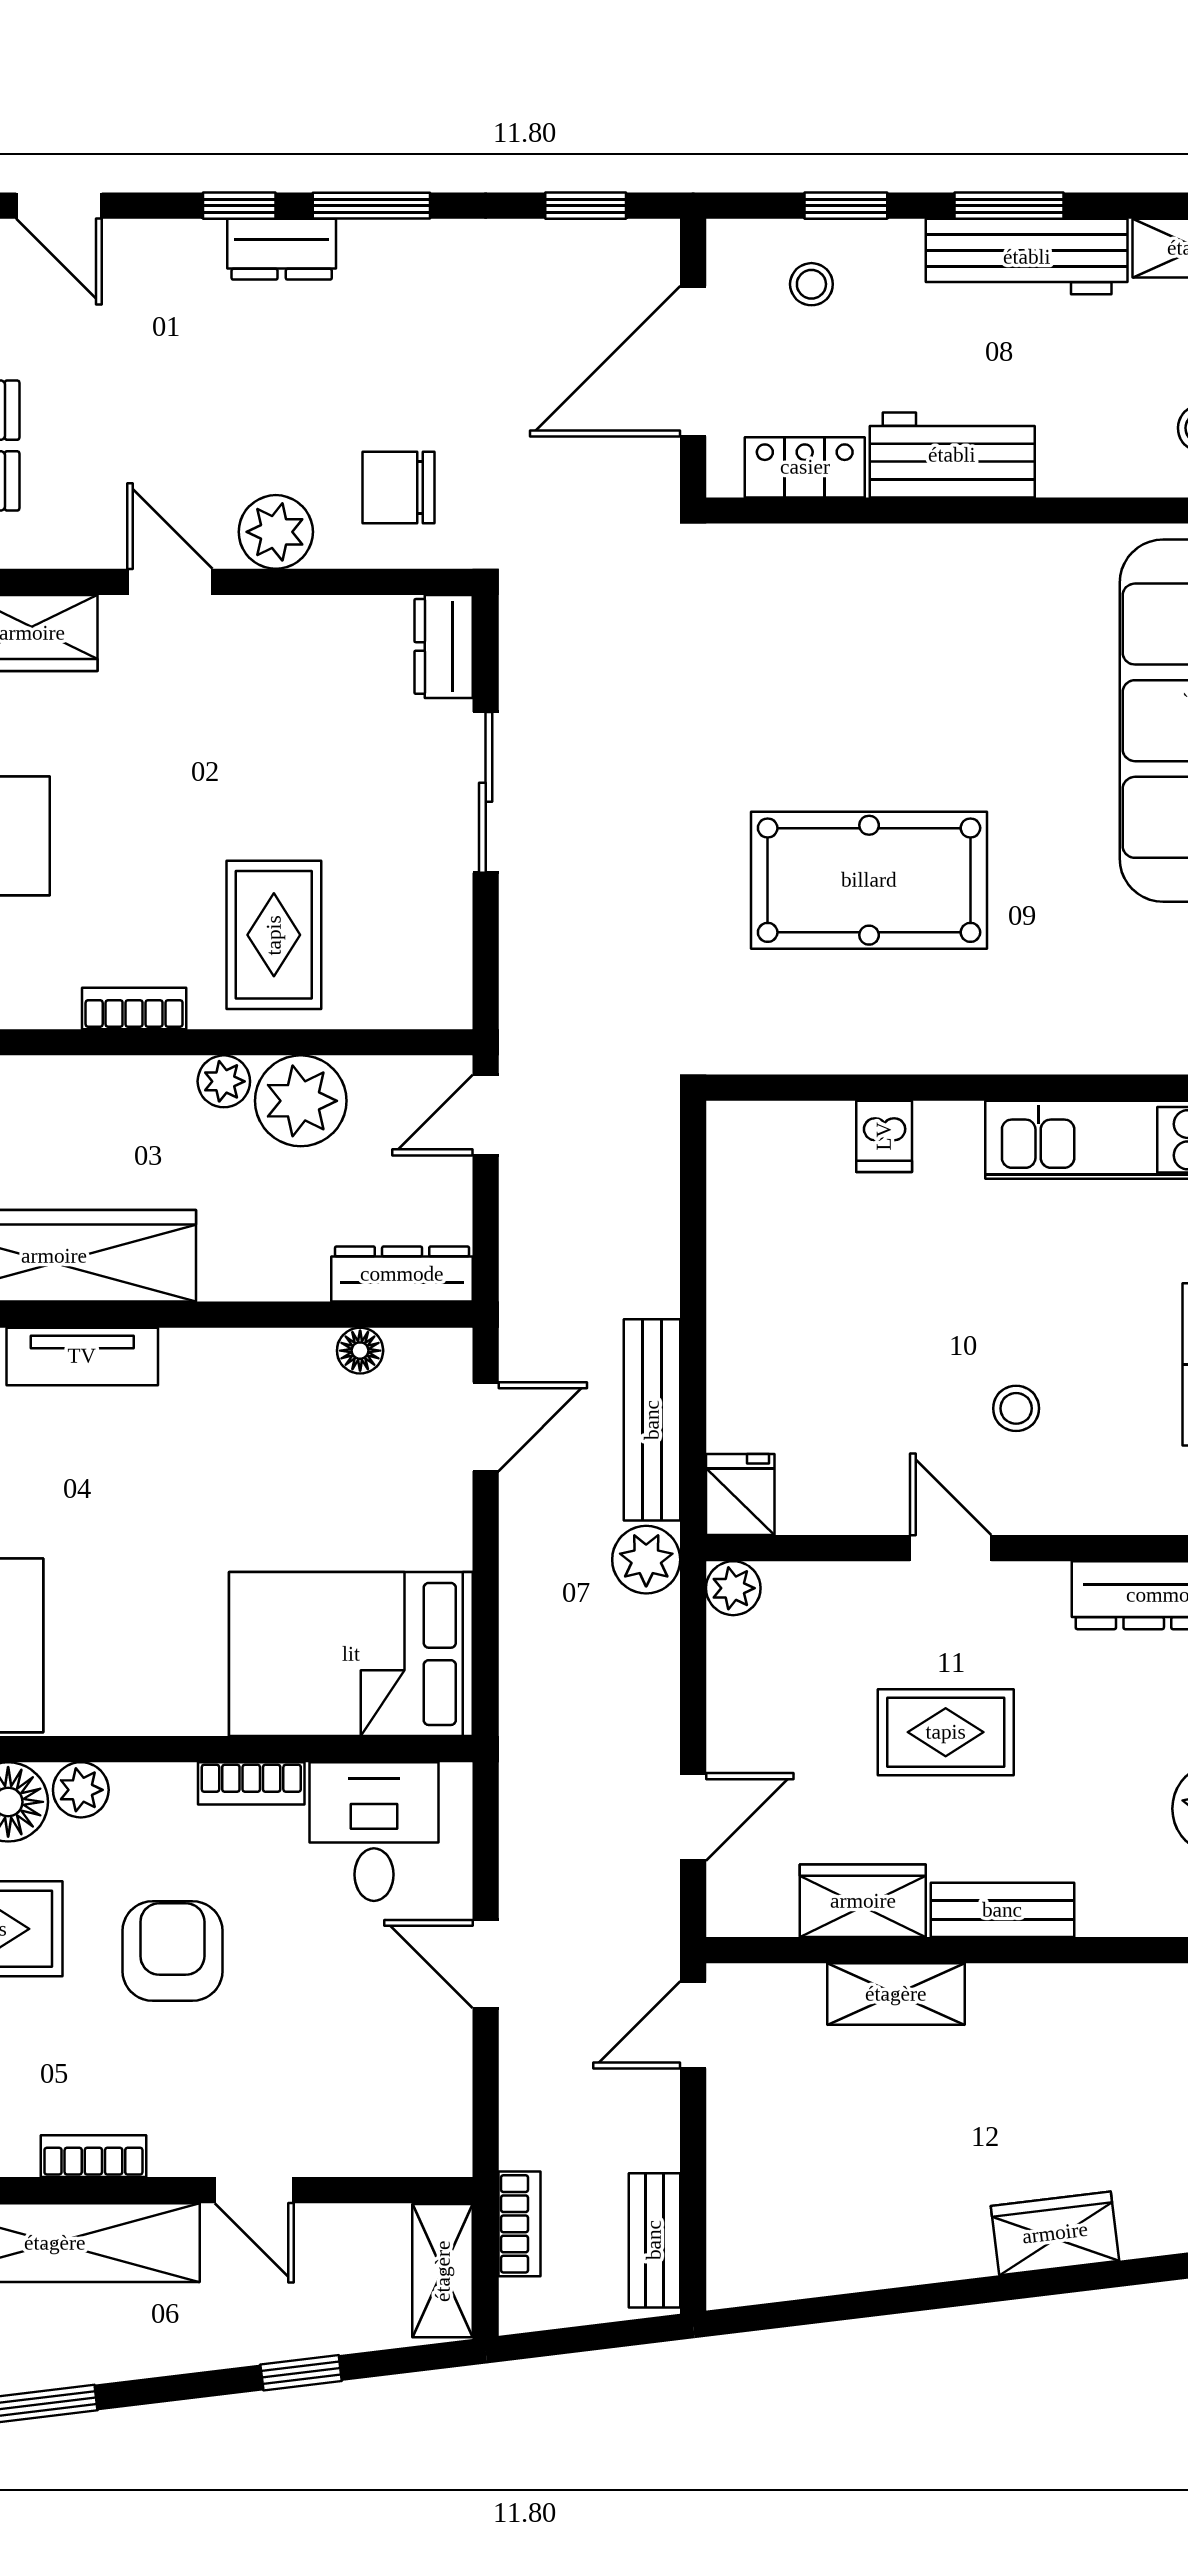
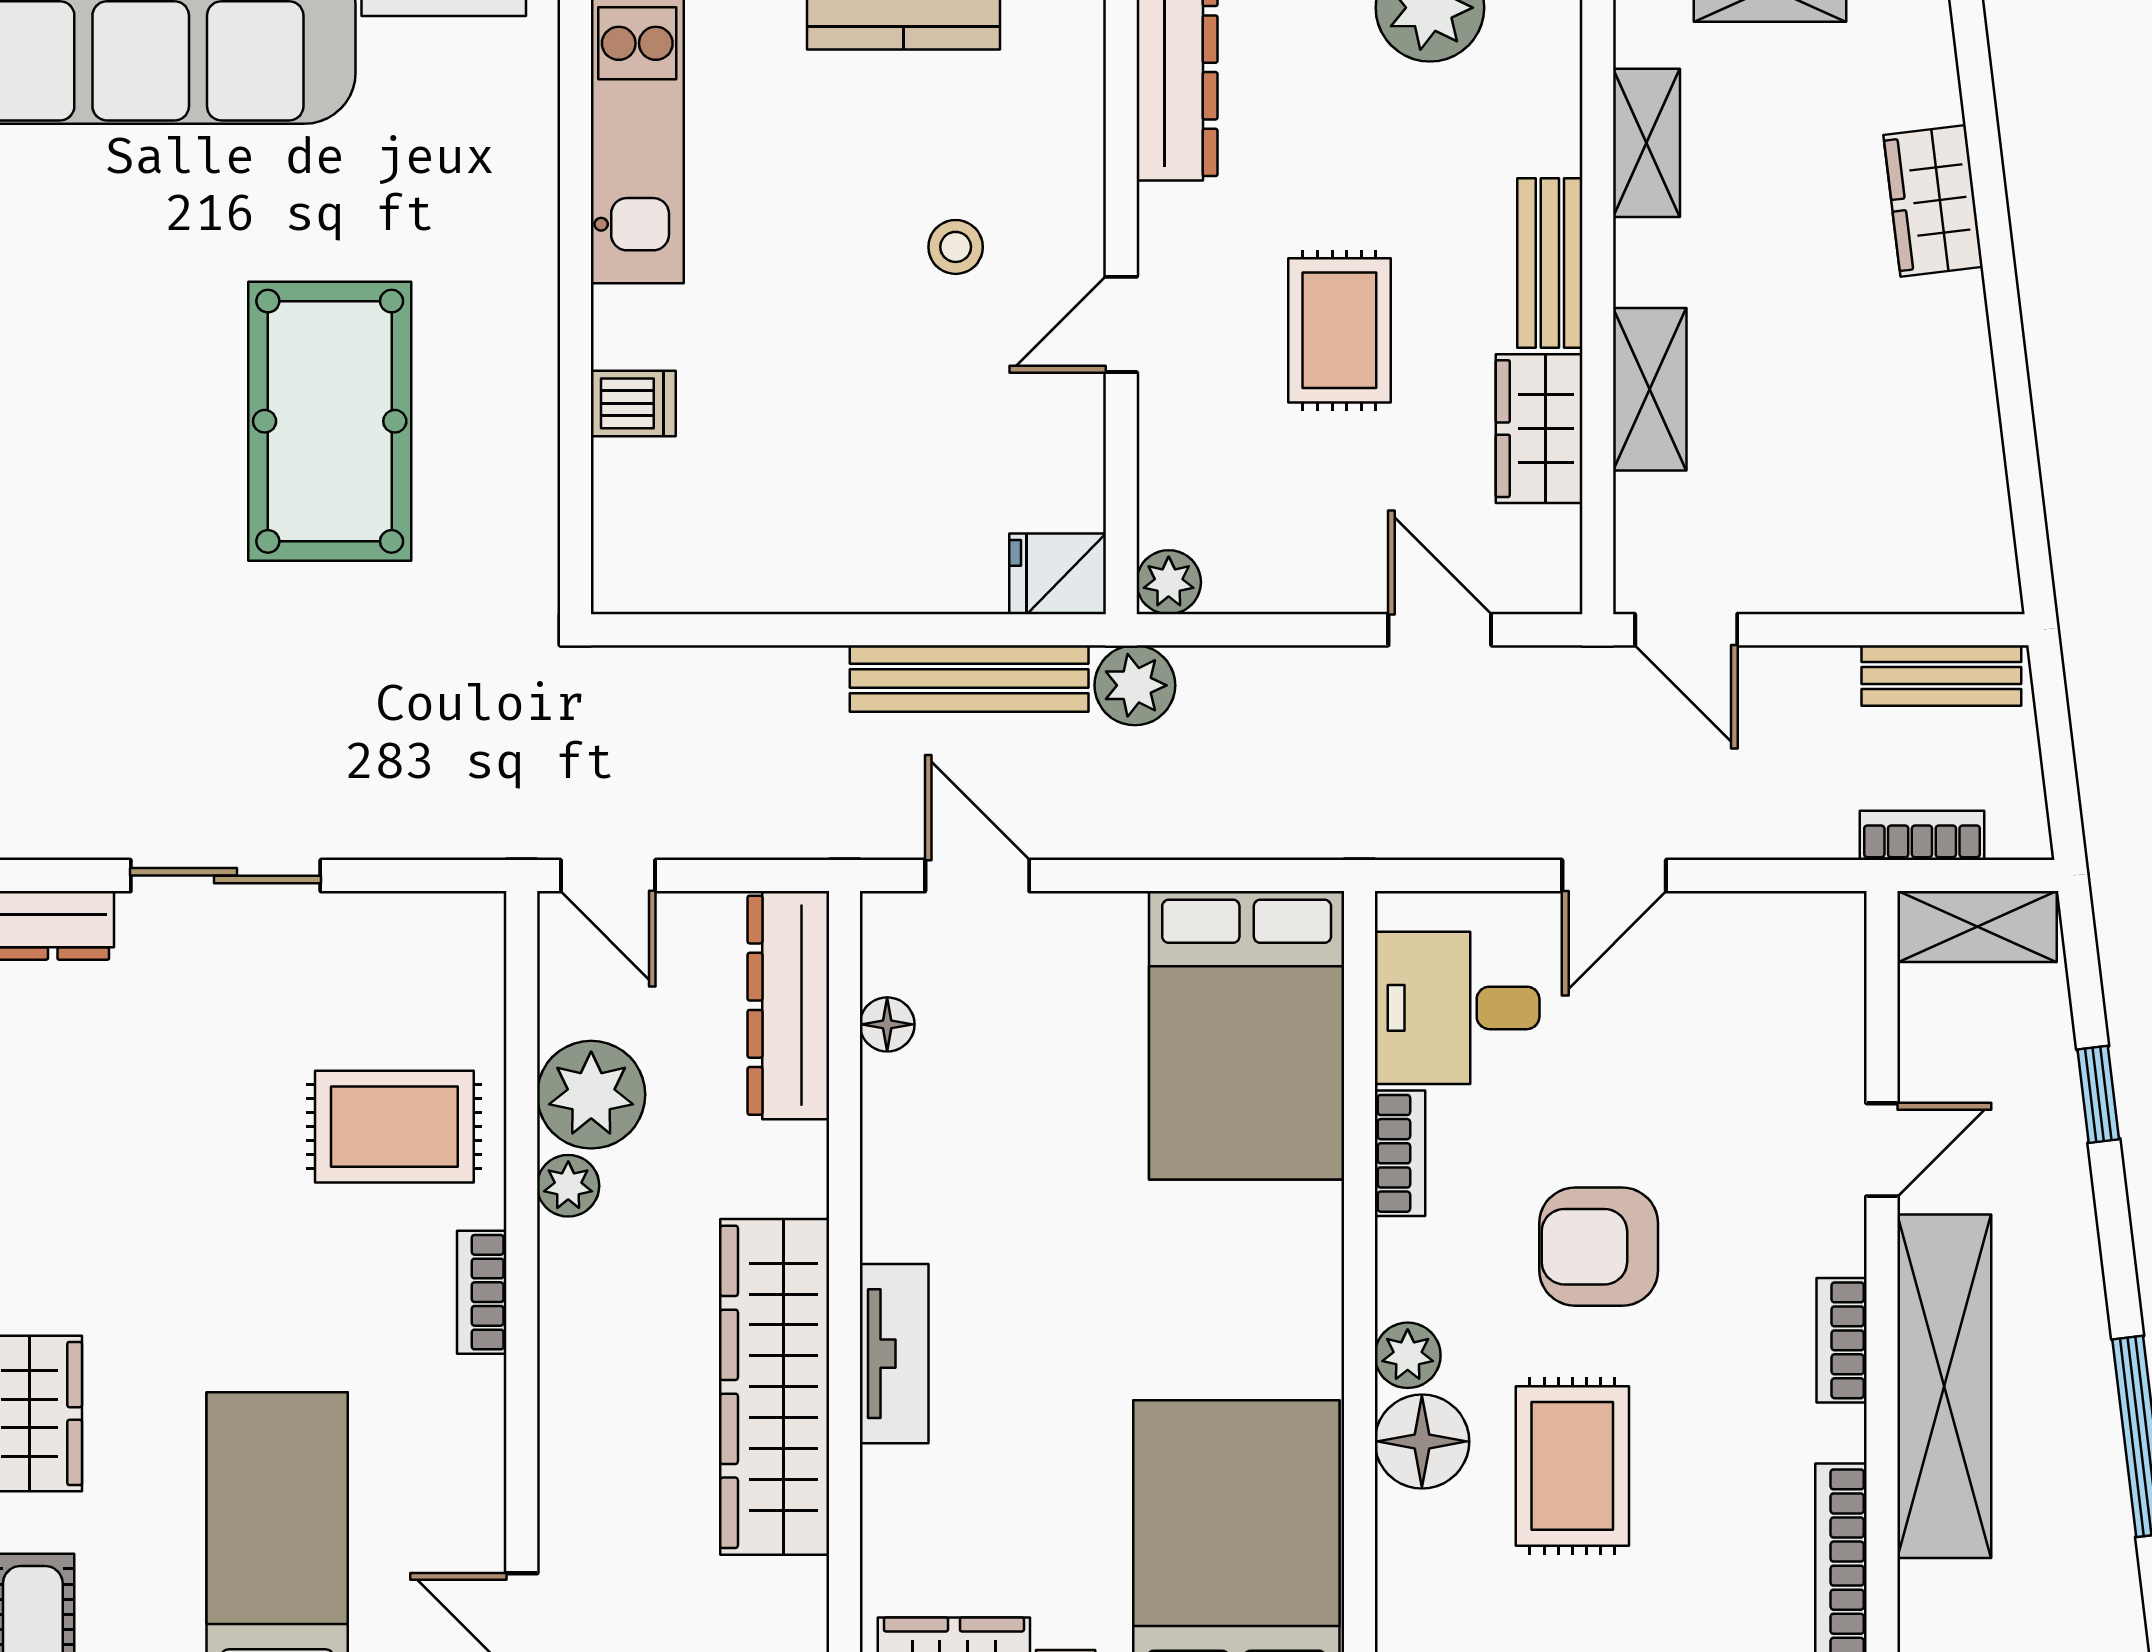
dresser: (402, 1274) -> (788, 1005), width x1.37, depth x1.24
shelving: (1104, 1991) -> (1646, 143), added

